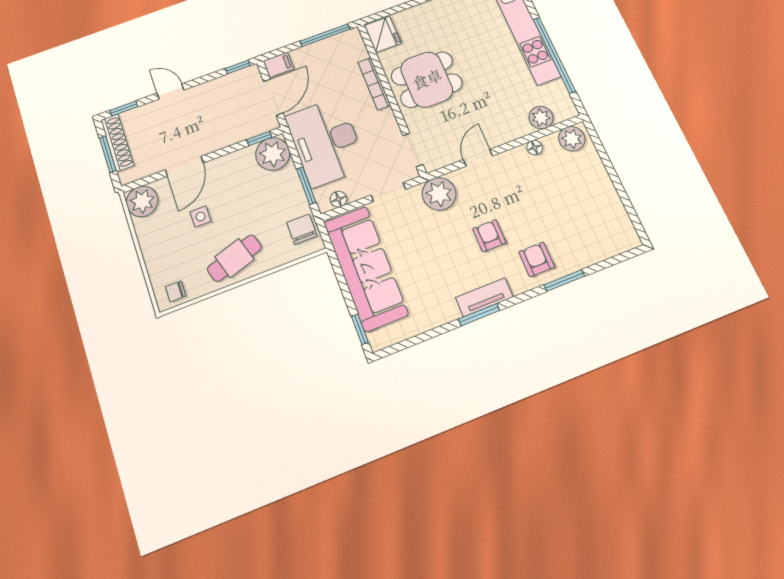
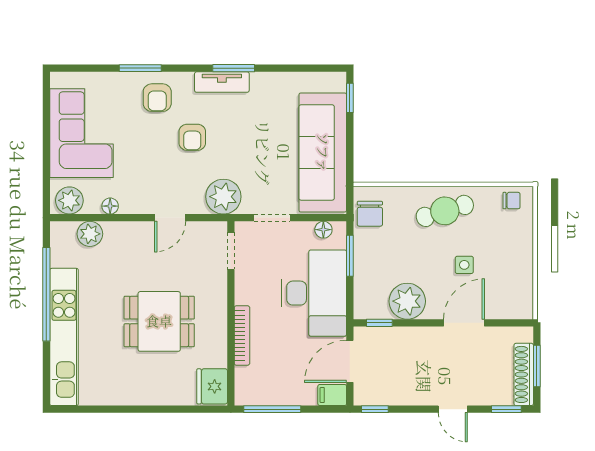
dining table: (427, 79) -> (159, 321), moved
plant: (273, 154) -> (407, 301), moved
plant: (142, 201) -> (517, 303), removed
corner sofa: (589, 201) -> (82, 133), added

